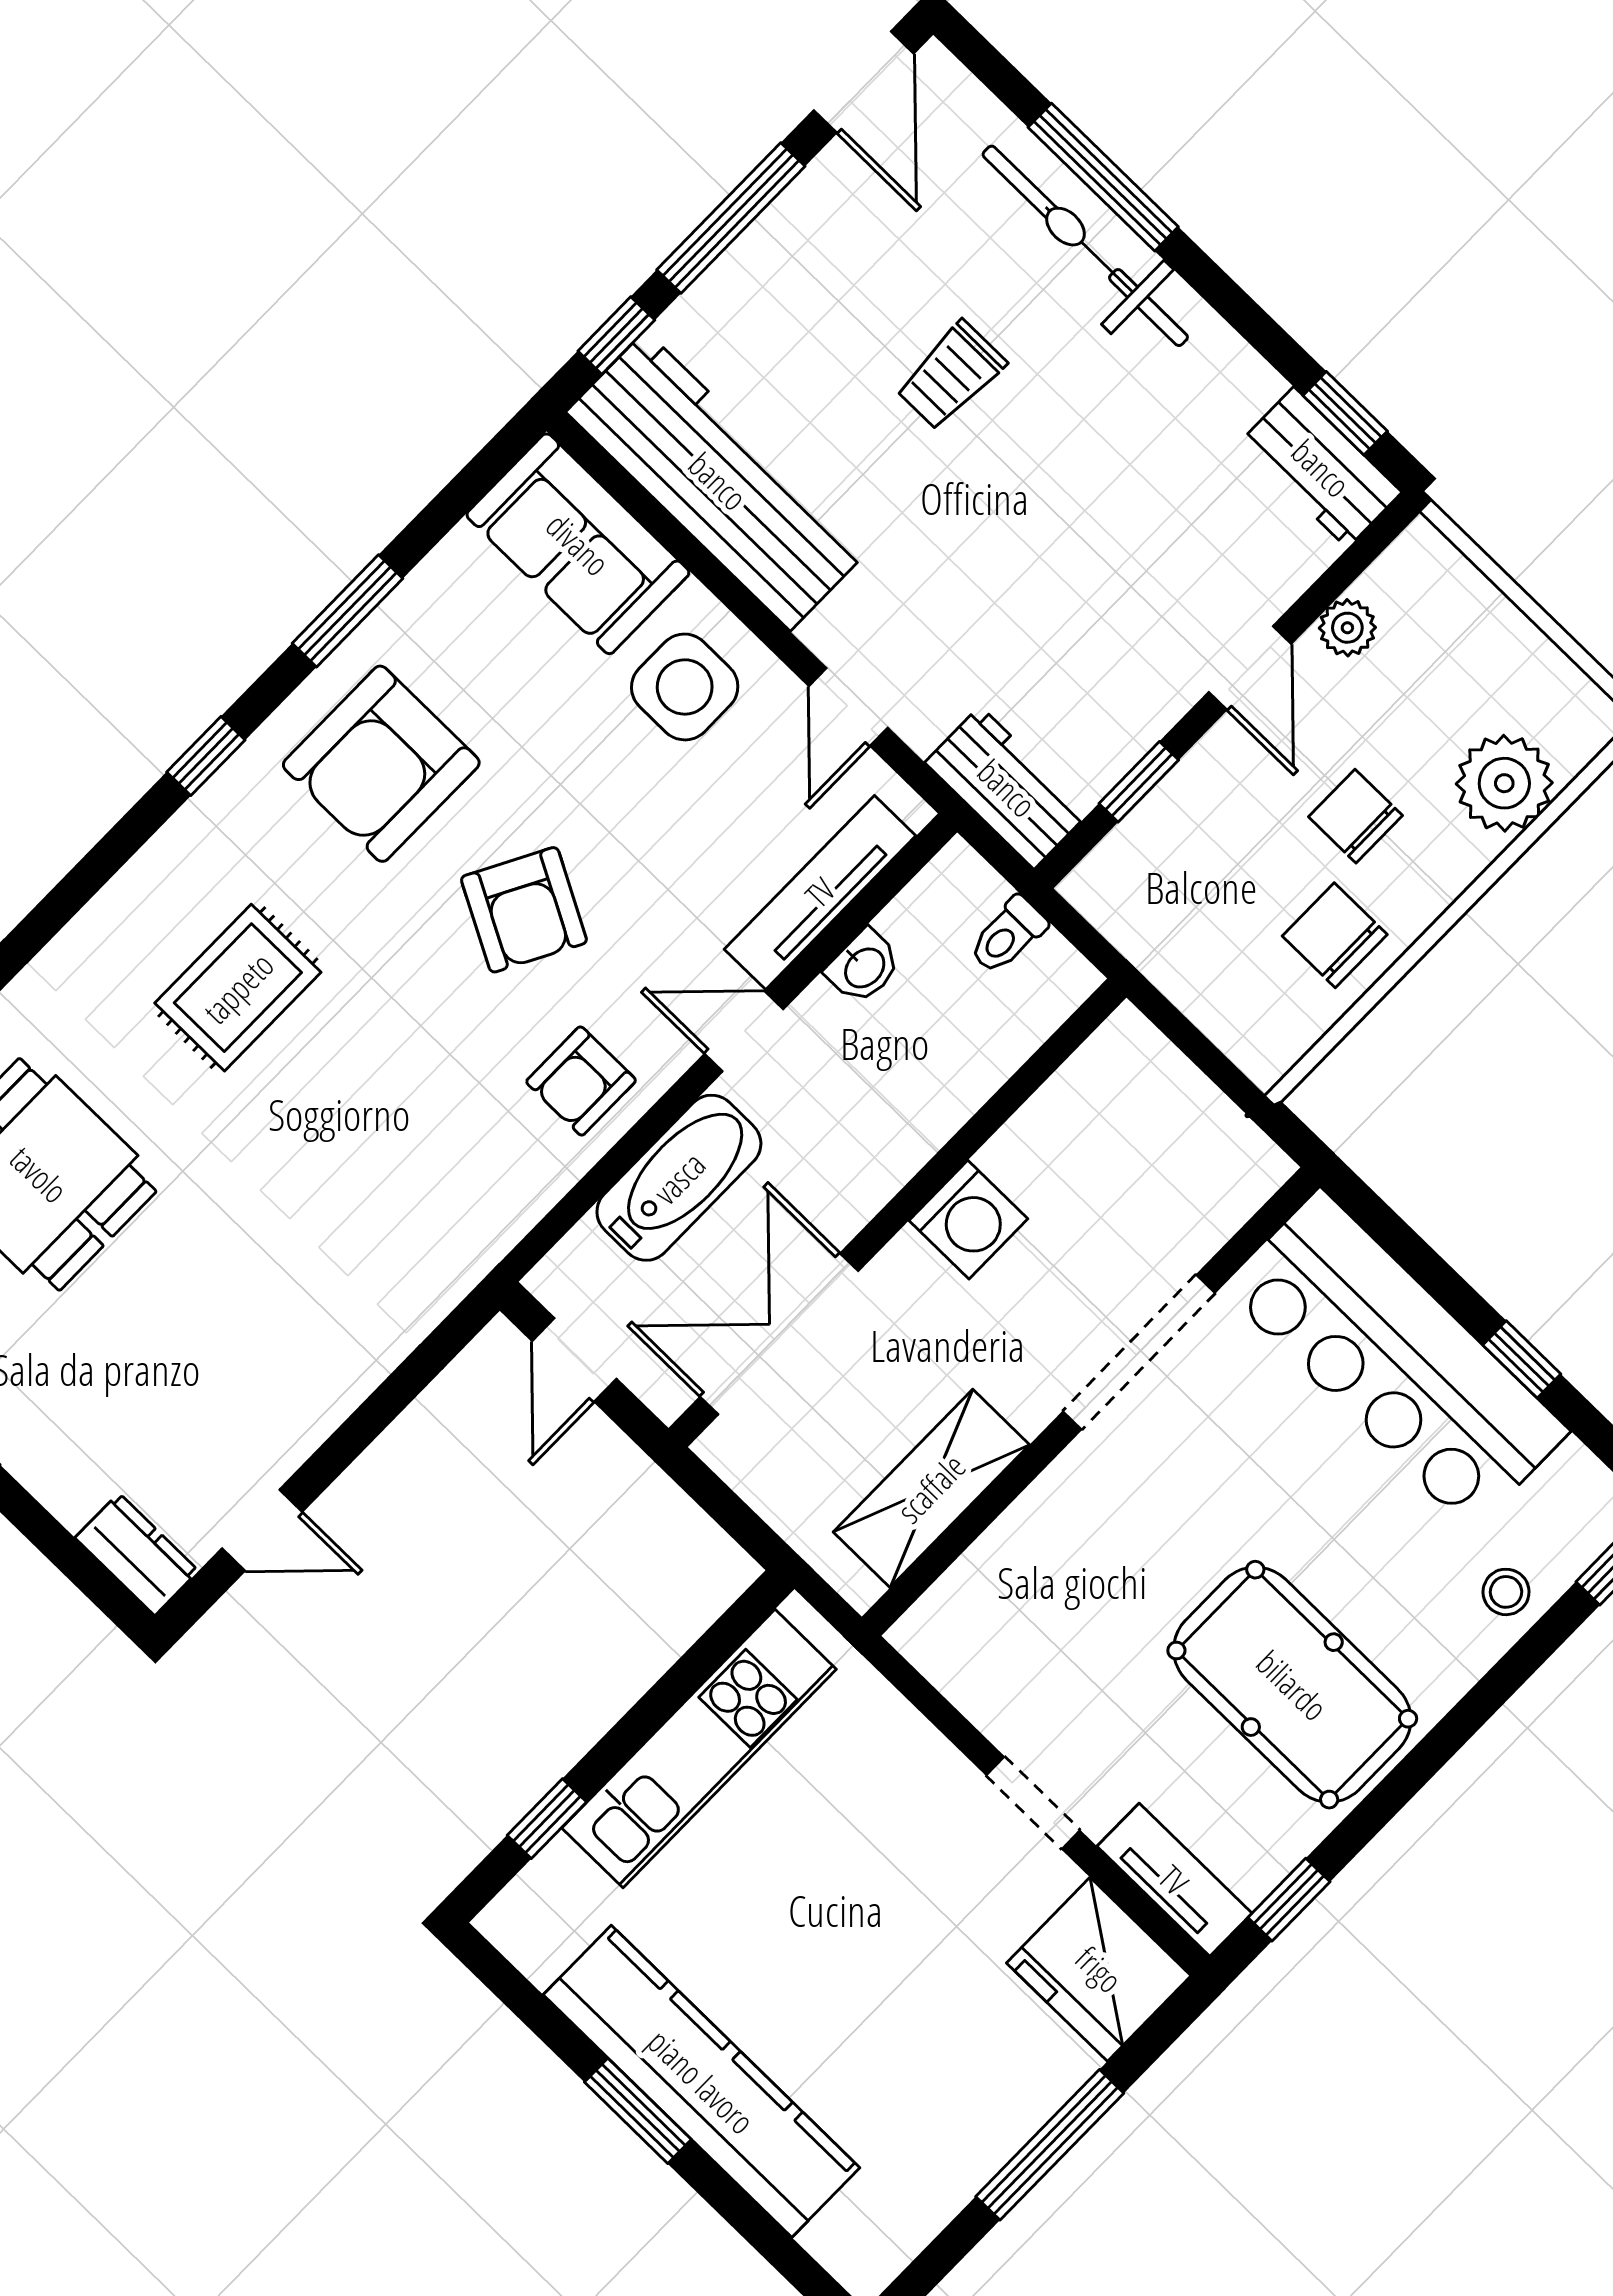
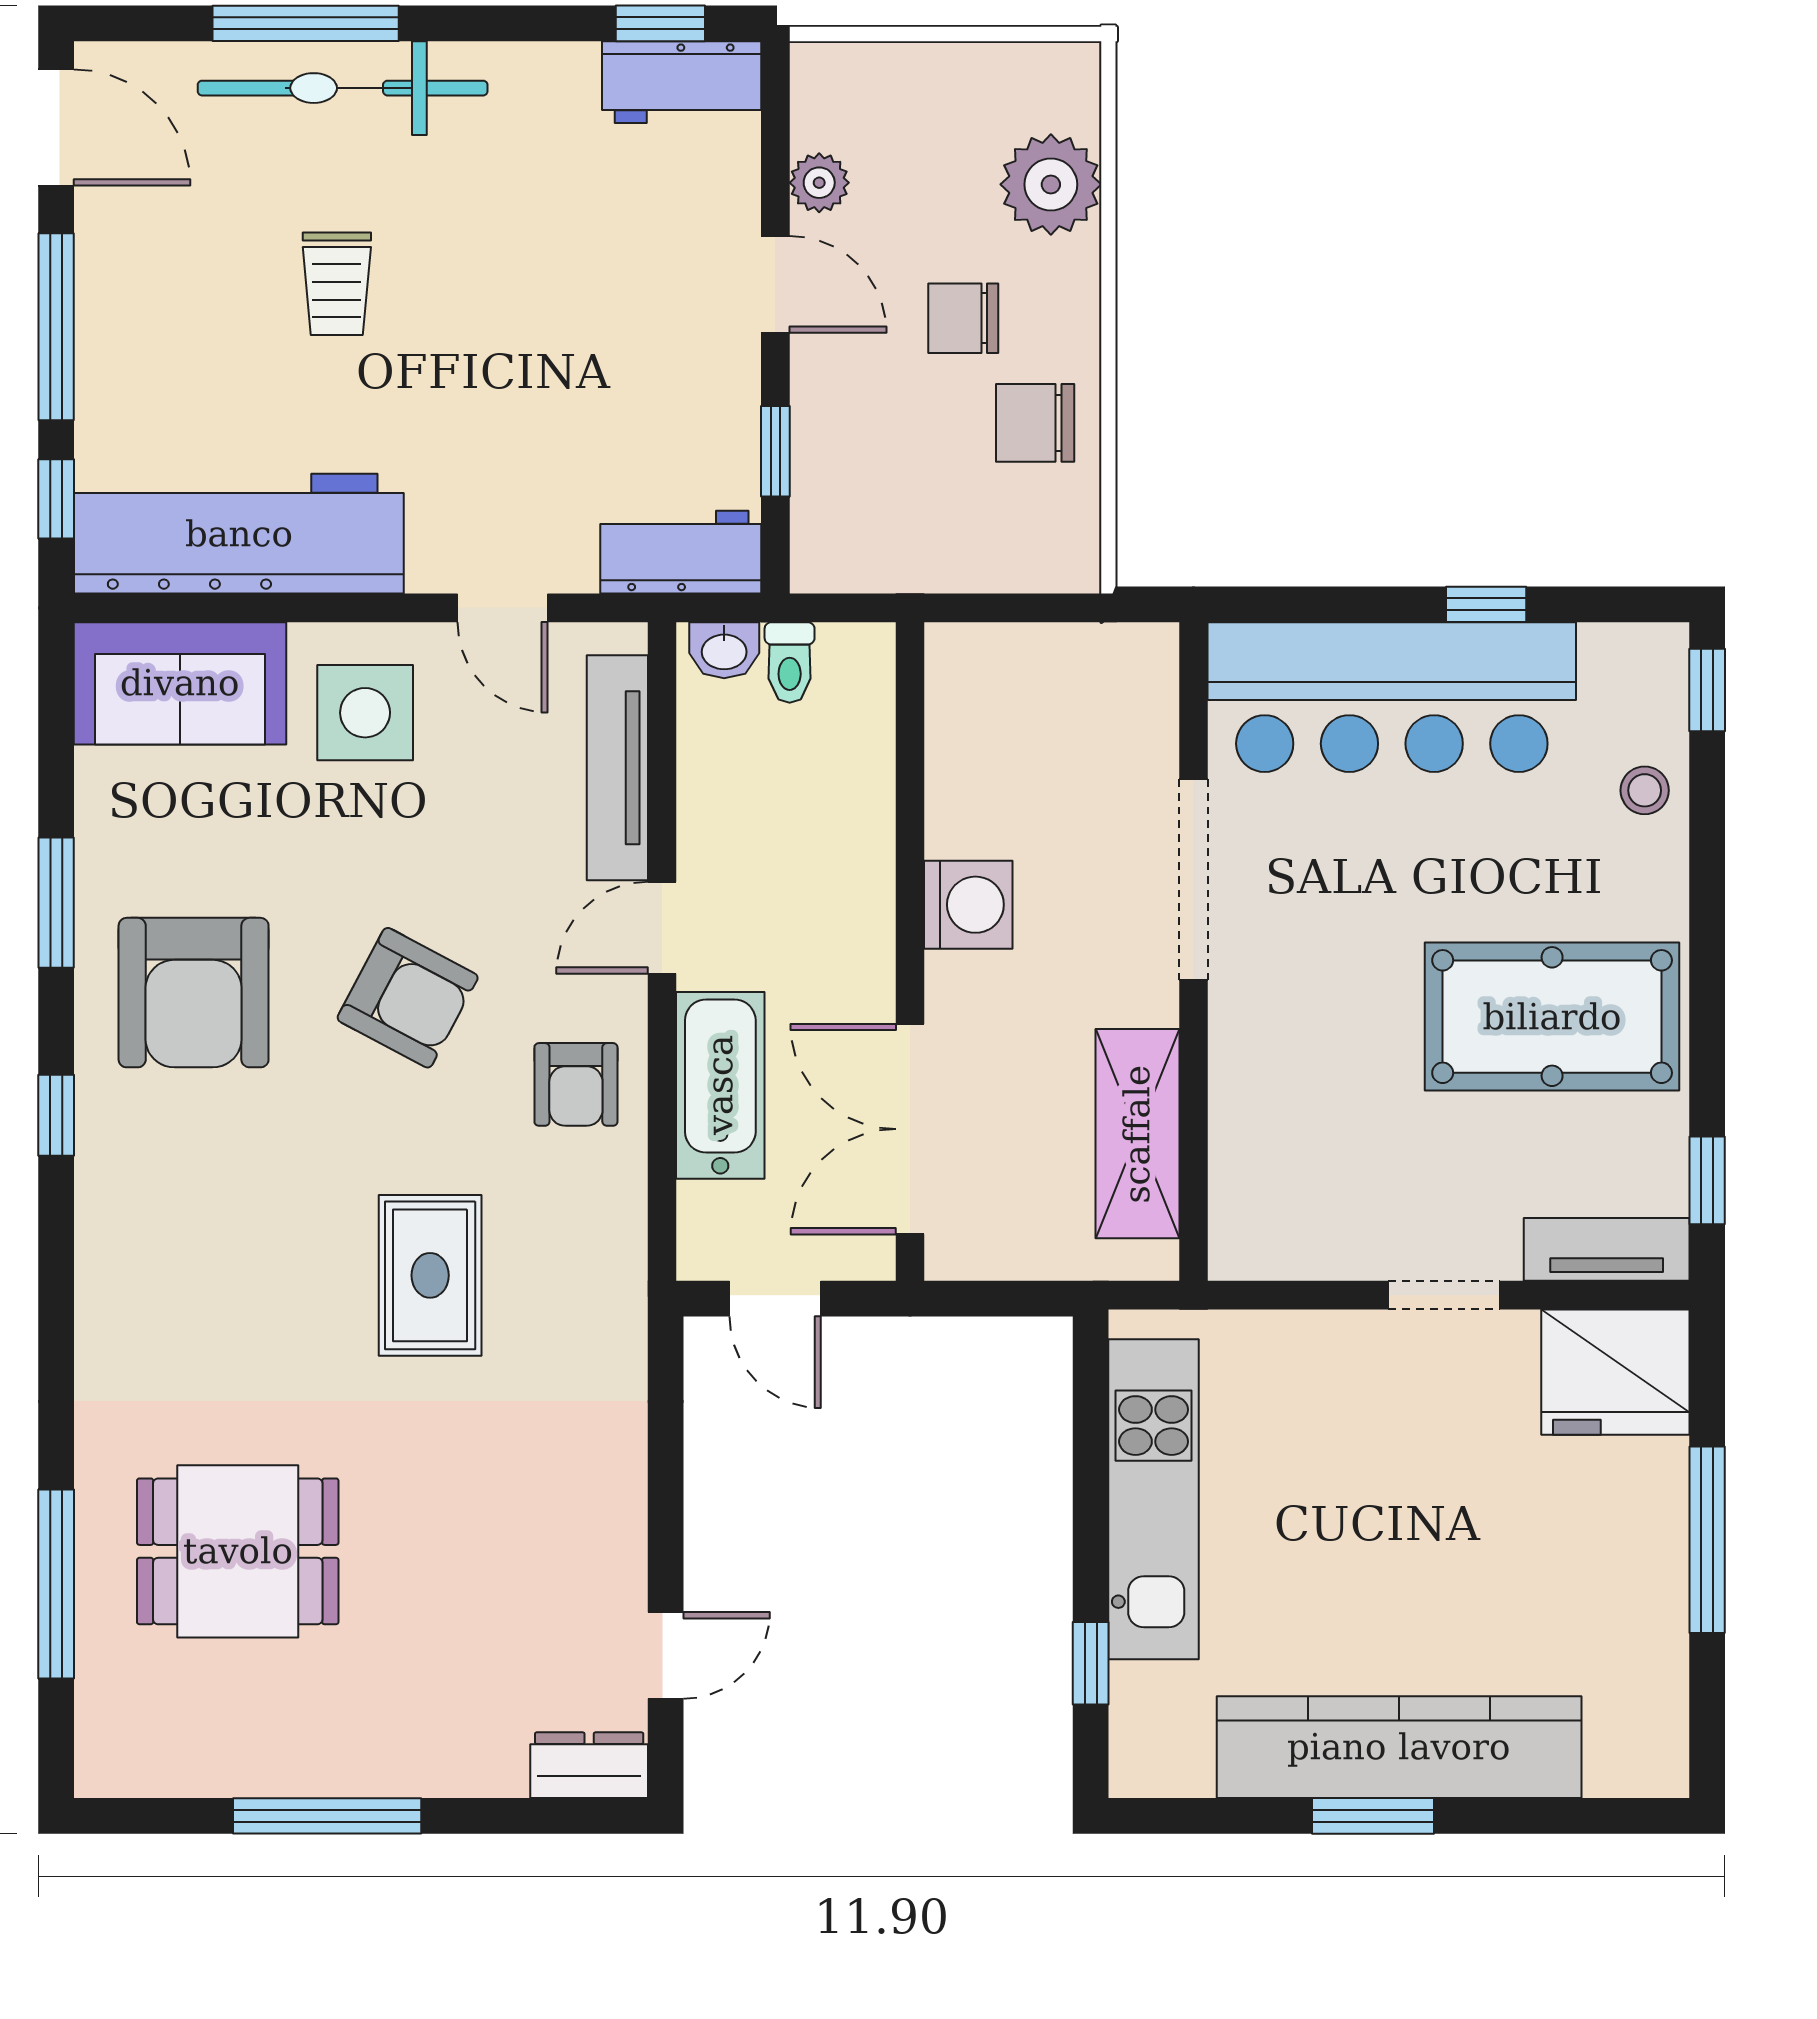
washbasin: (864, 967) -> (724, 650), moved, turned 90
rug: (238, 988) -> (430, 1275), moved

